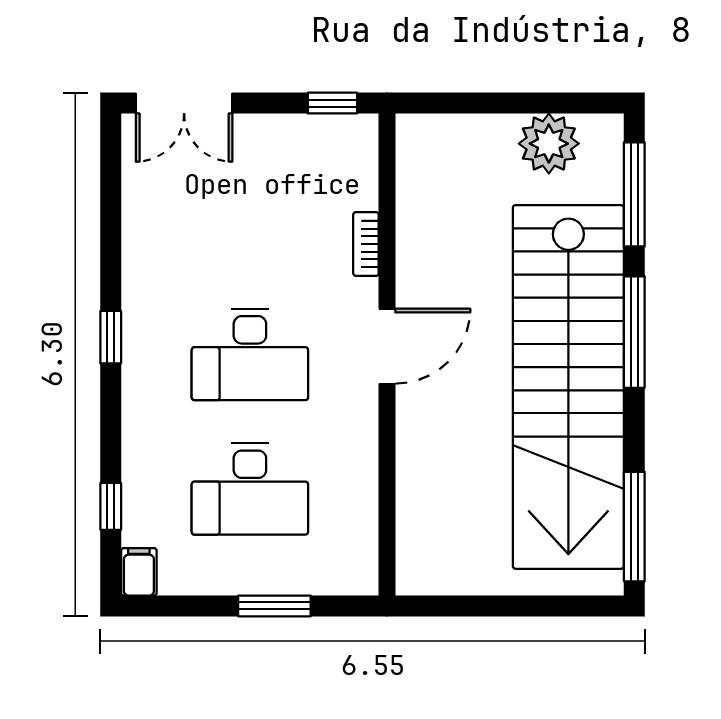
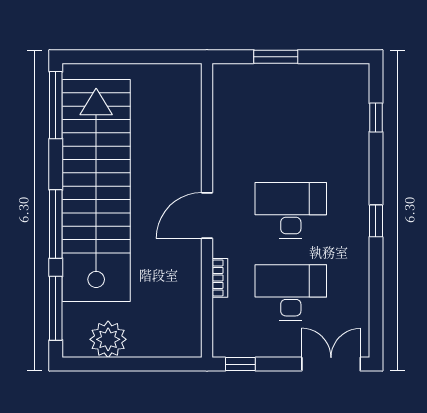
desk: (250, 489) -> (291, 293), moved
filing cabinet: (139, 572) -> (359, 78), removed

